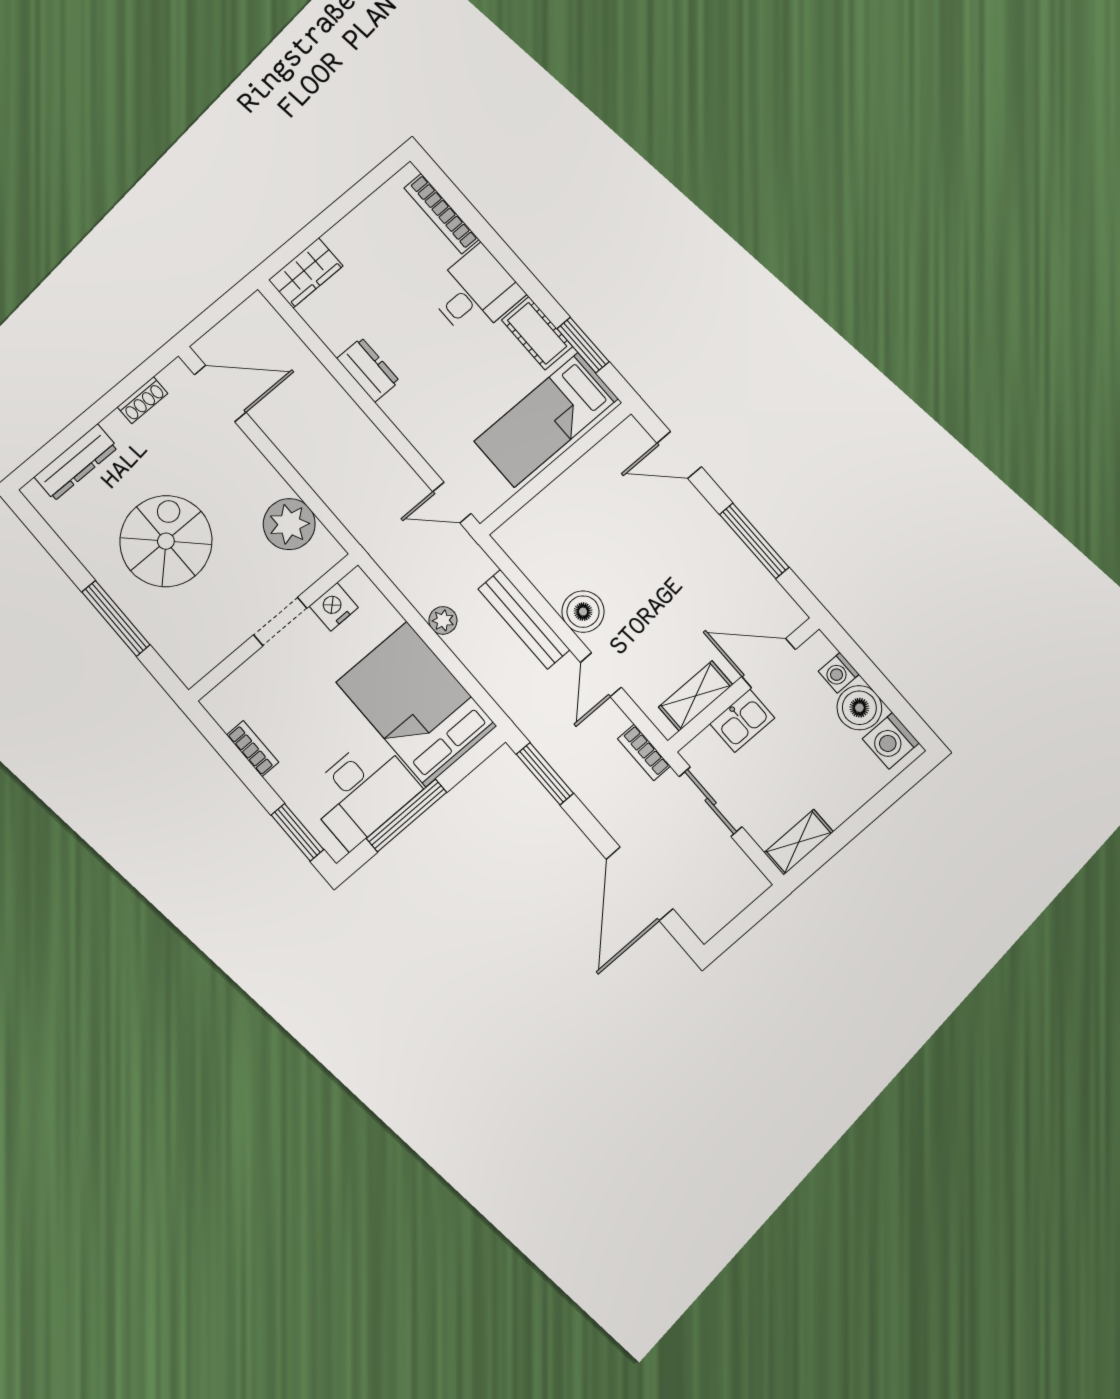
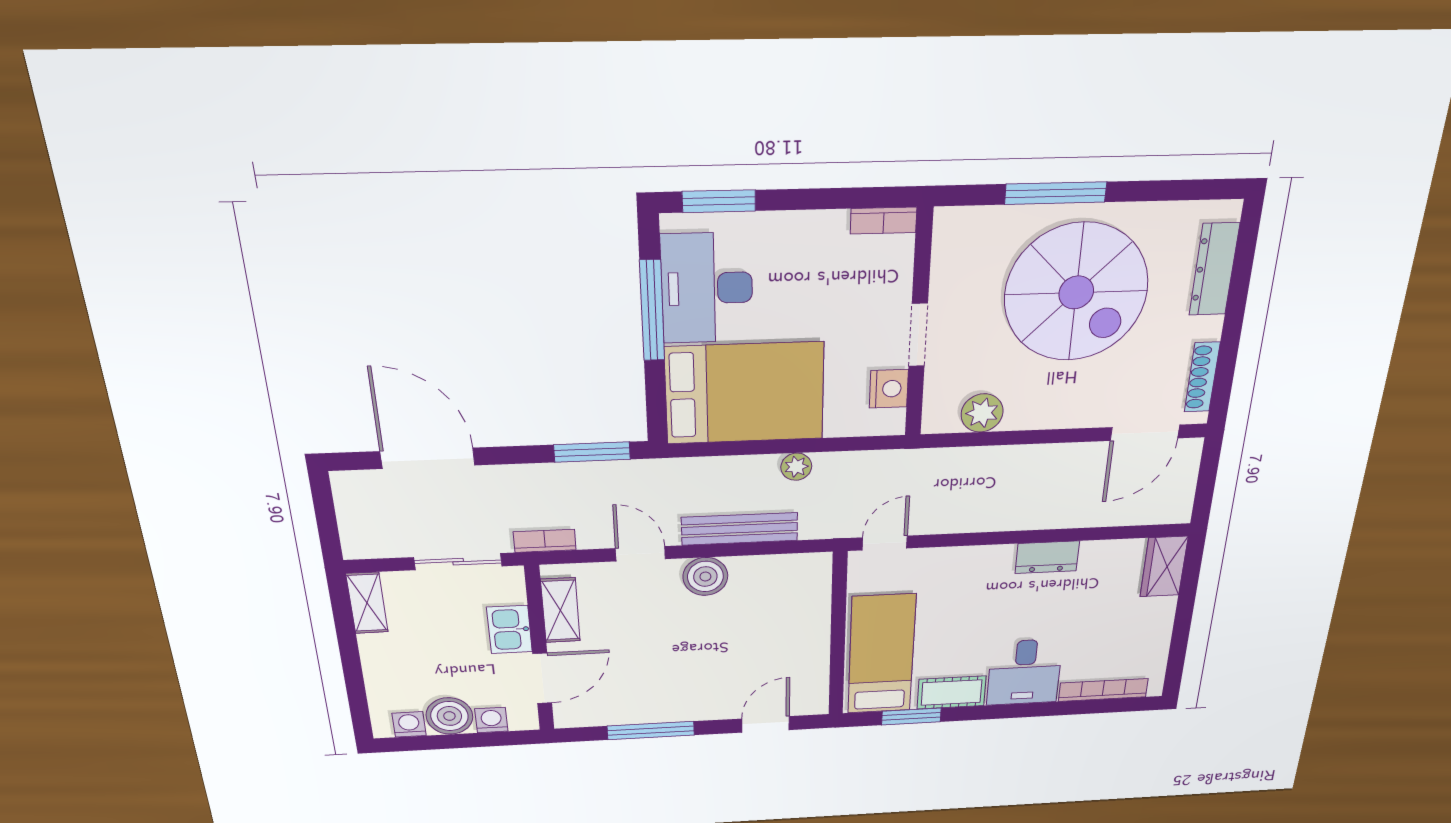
shoe rack: (143, 400) -> (1202, 377), width x1.43
plant: (289, 524) -> (982, 413), width x0.73, depth x0.73
spiral stairs: (166, 541) -> (1076, 292), width x1.37, depth x1.37
washing machine: (891, 741) -> (409, 724), width x0.73, depth x0.73
bookcase: (253, 749) -> (884, 221), moved

